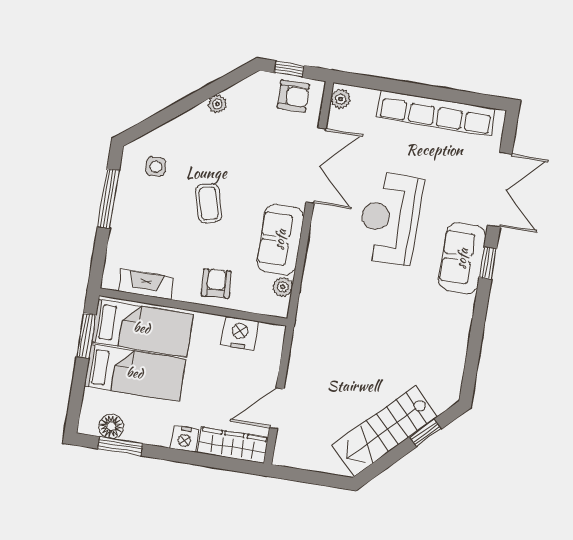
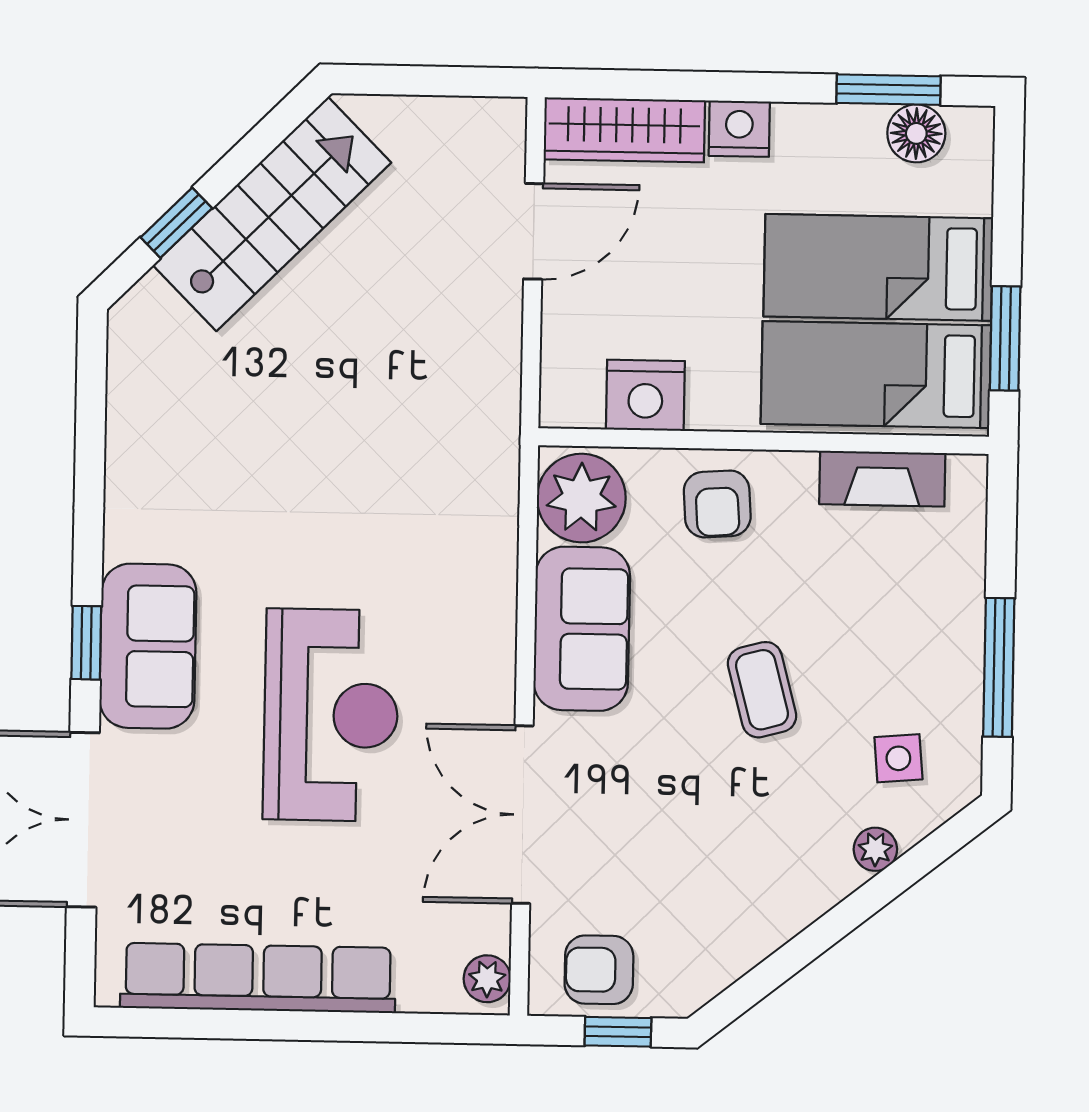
plant: (217, 104) -> (875, 849), moved
plant: (283, 287) -> (581, 498), width x1.88, depth x1.88

